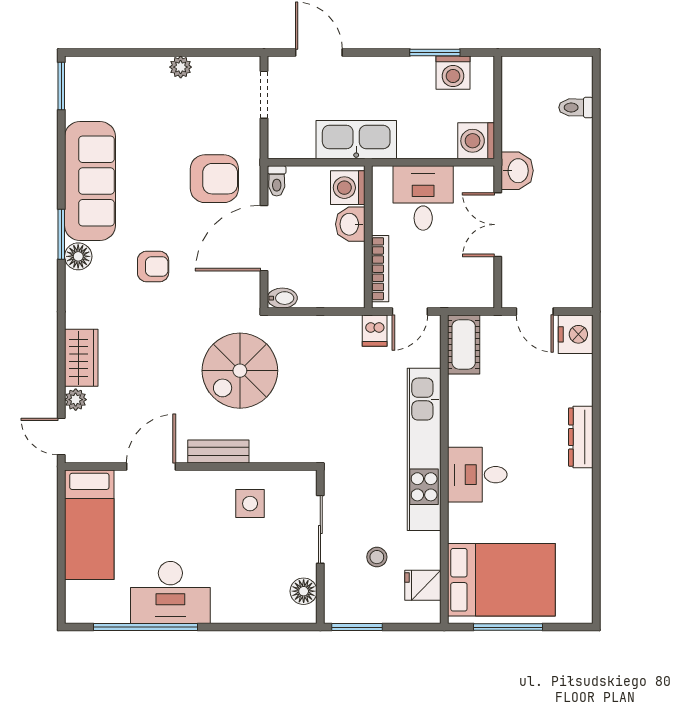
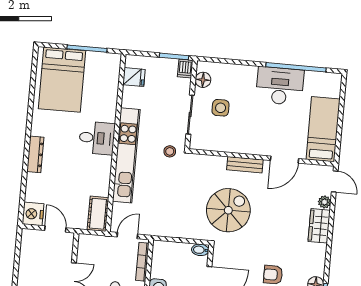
dishwasher: (375, 331) -> (185, 69), moved, turned 180
side table: (250, 504) -> (221, 108), moved
stool: (377, 557) -> (170, 151), moved
bed: (501, 580) -> (62, 80), moved, turned -90

